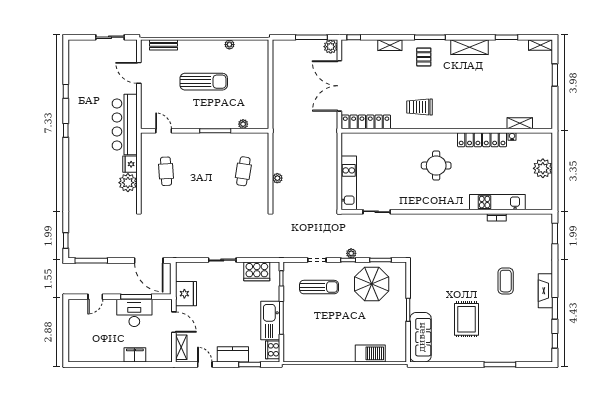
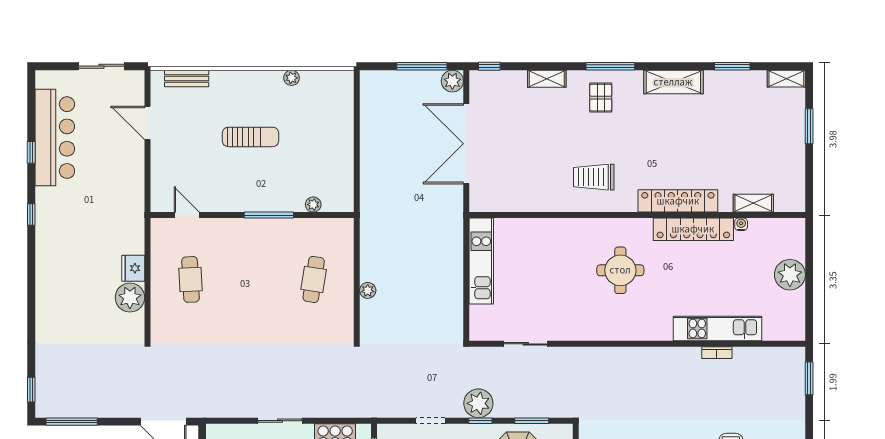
sun lounger: (204, 82) -> (250, 137), width x0.73, depth x0.75
locker: (366, 122) -> (678, 201), moved
bar counter: (125, 124) -> (55, 138), moved, turned 180
kitchen unit: (349, 183) -> (481, 261), moved
plant: (351, 253) -> (478, 403), width x1.87, depth x1.87

